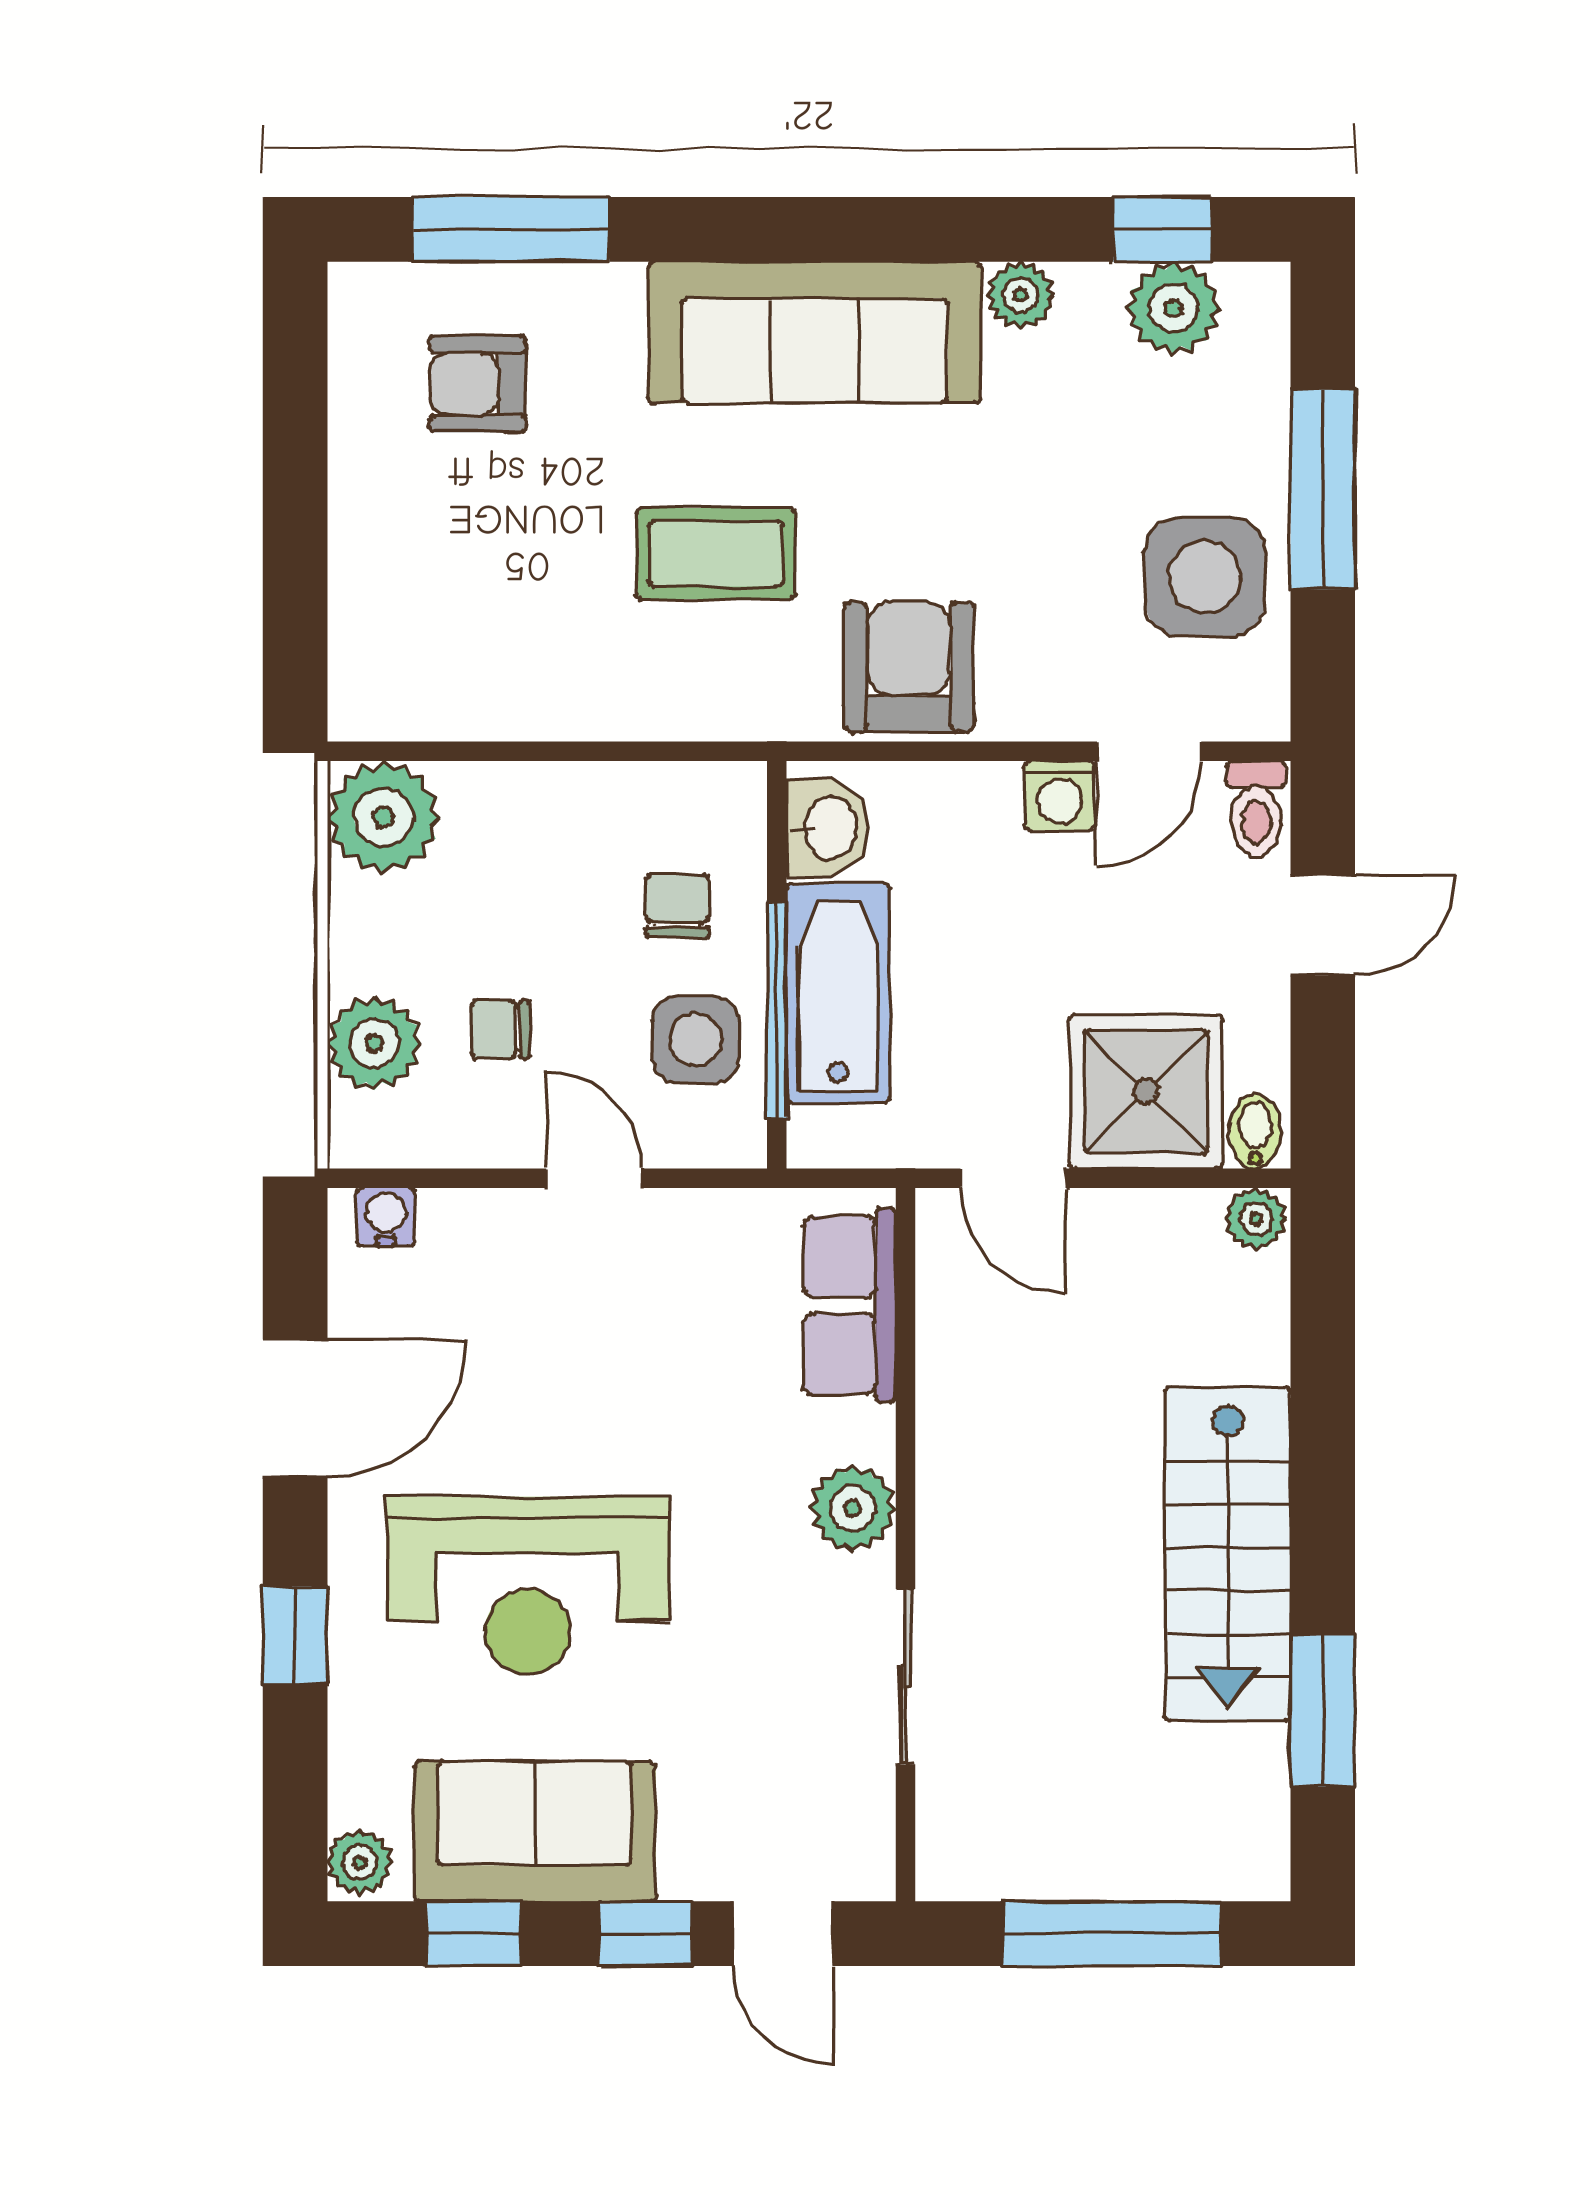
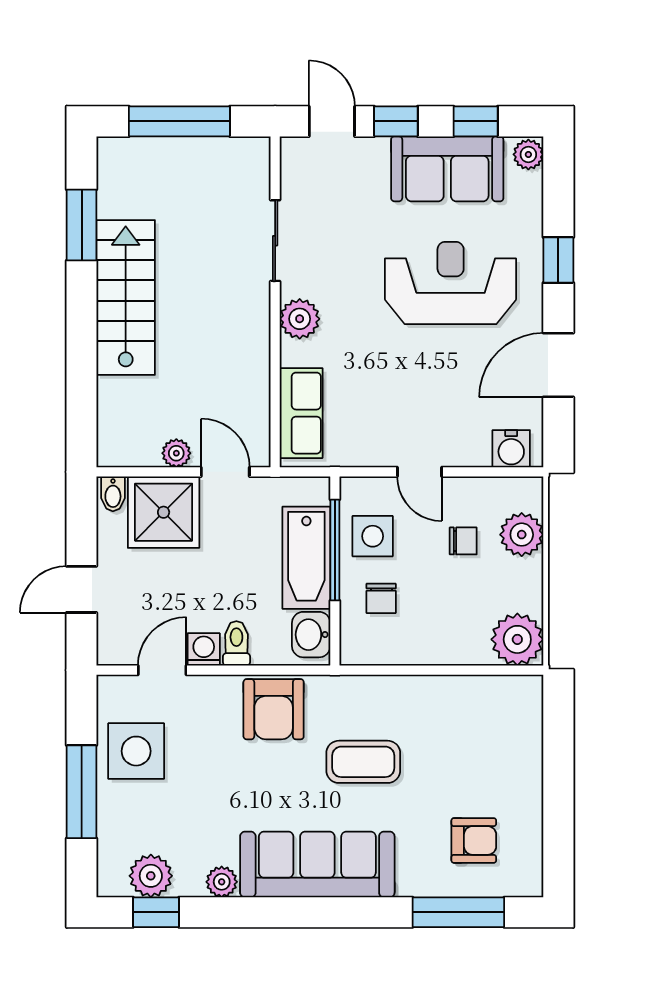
toilet: (1256, 809) -> (236, 643), moved
water cooler: (386, 1217) -> (511, 449), width x1.38, depth x1.38
plant: (1256, 1219) -> (176, 453), moved

